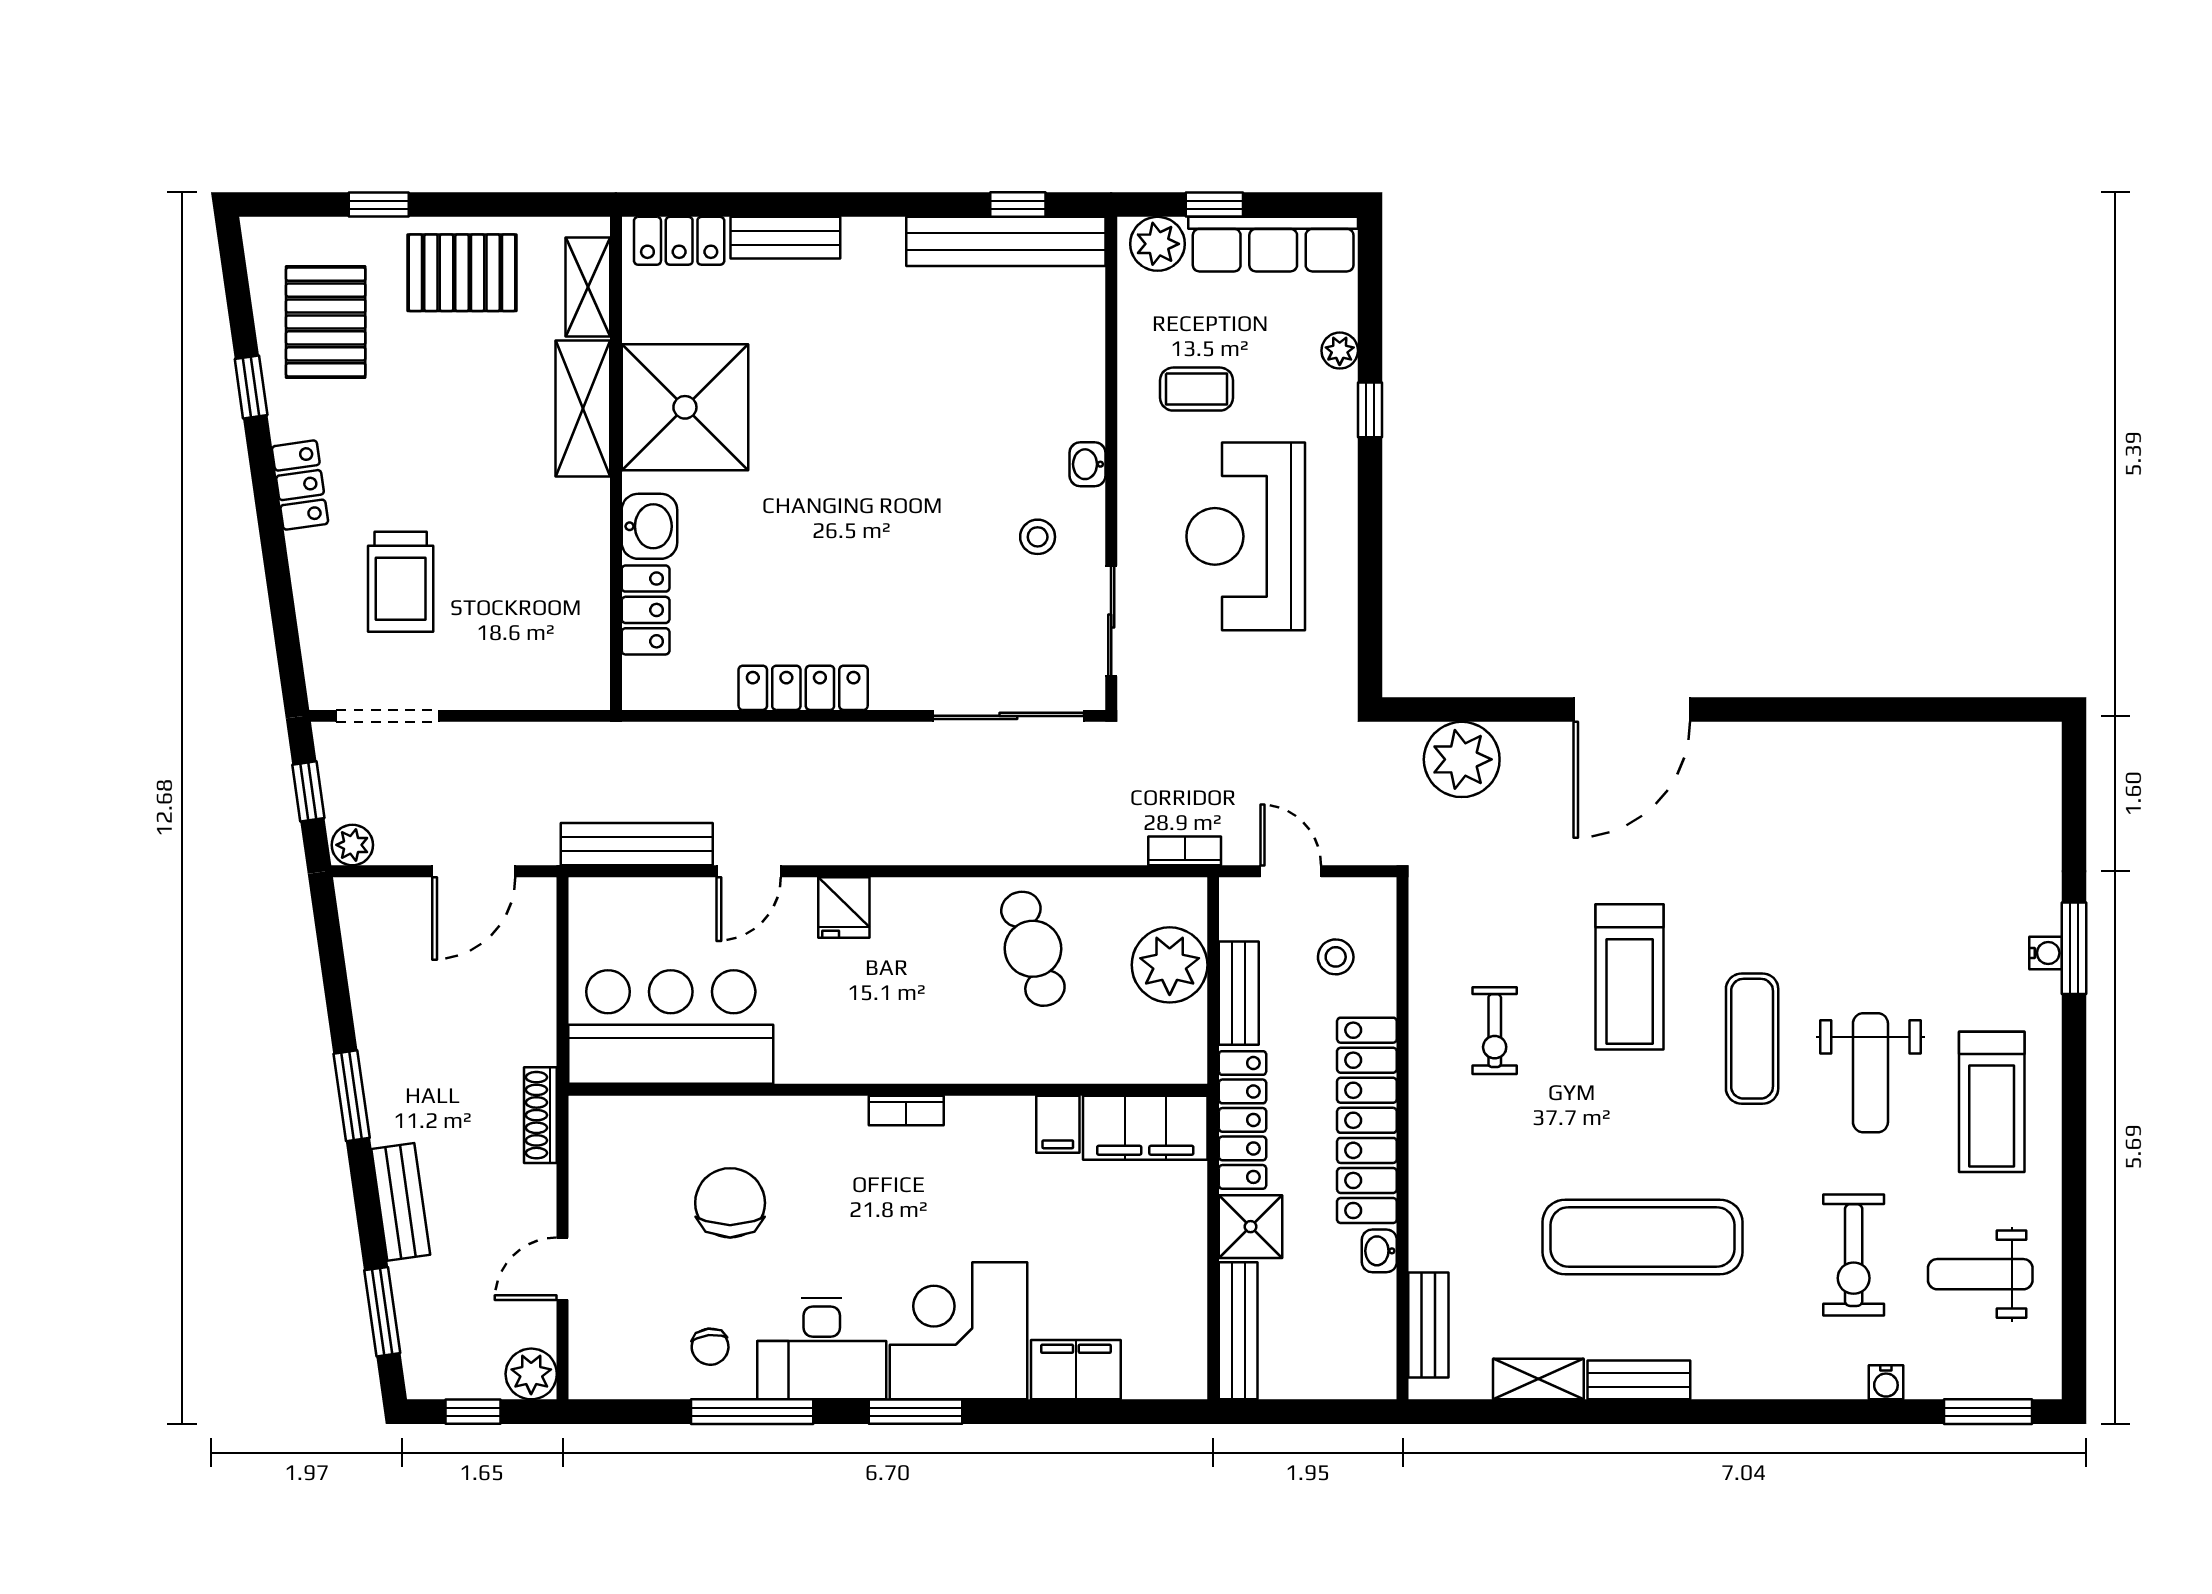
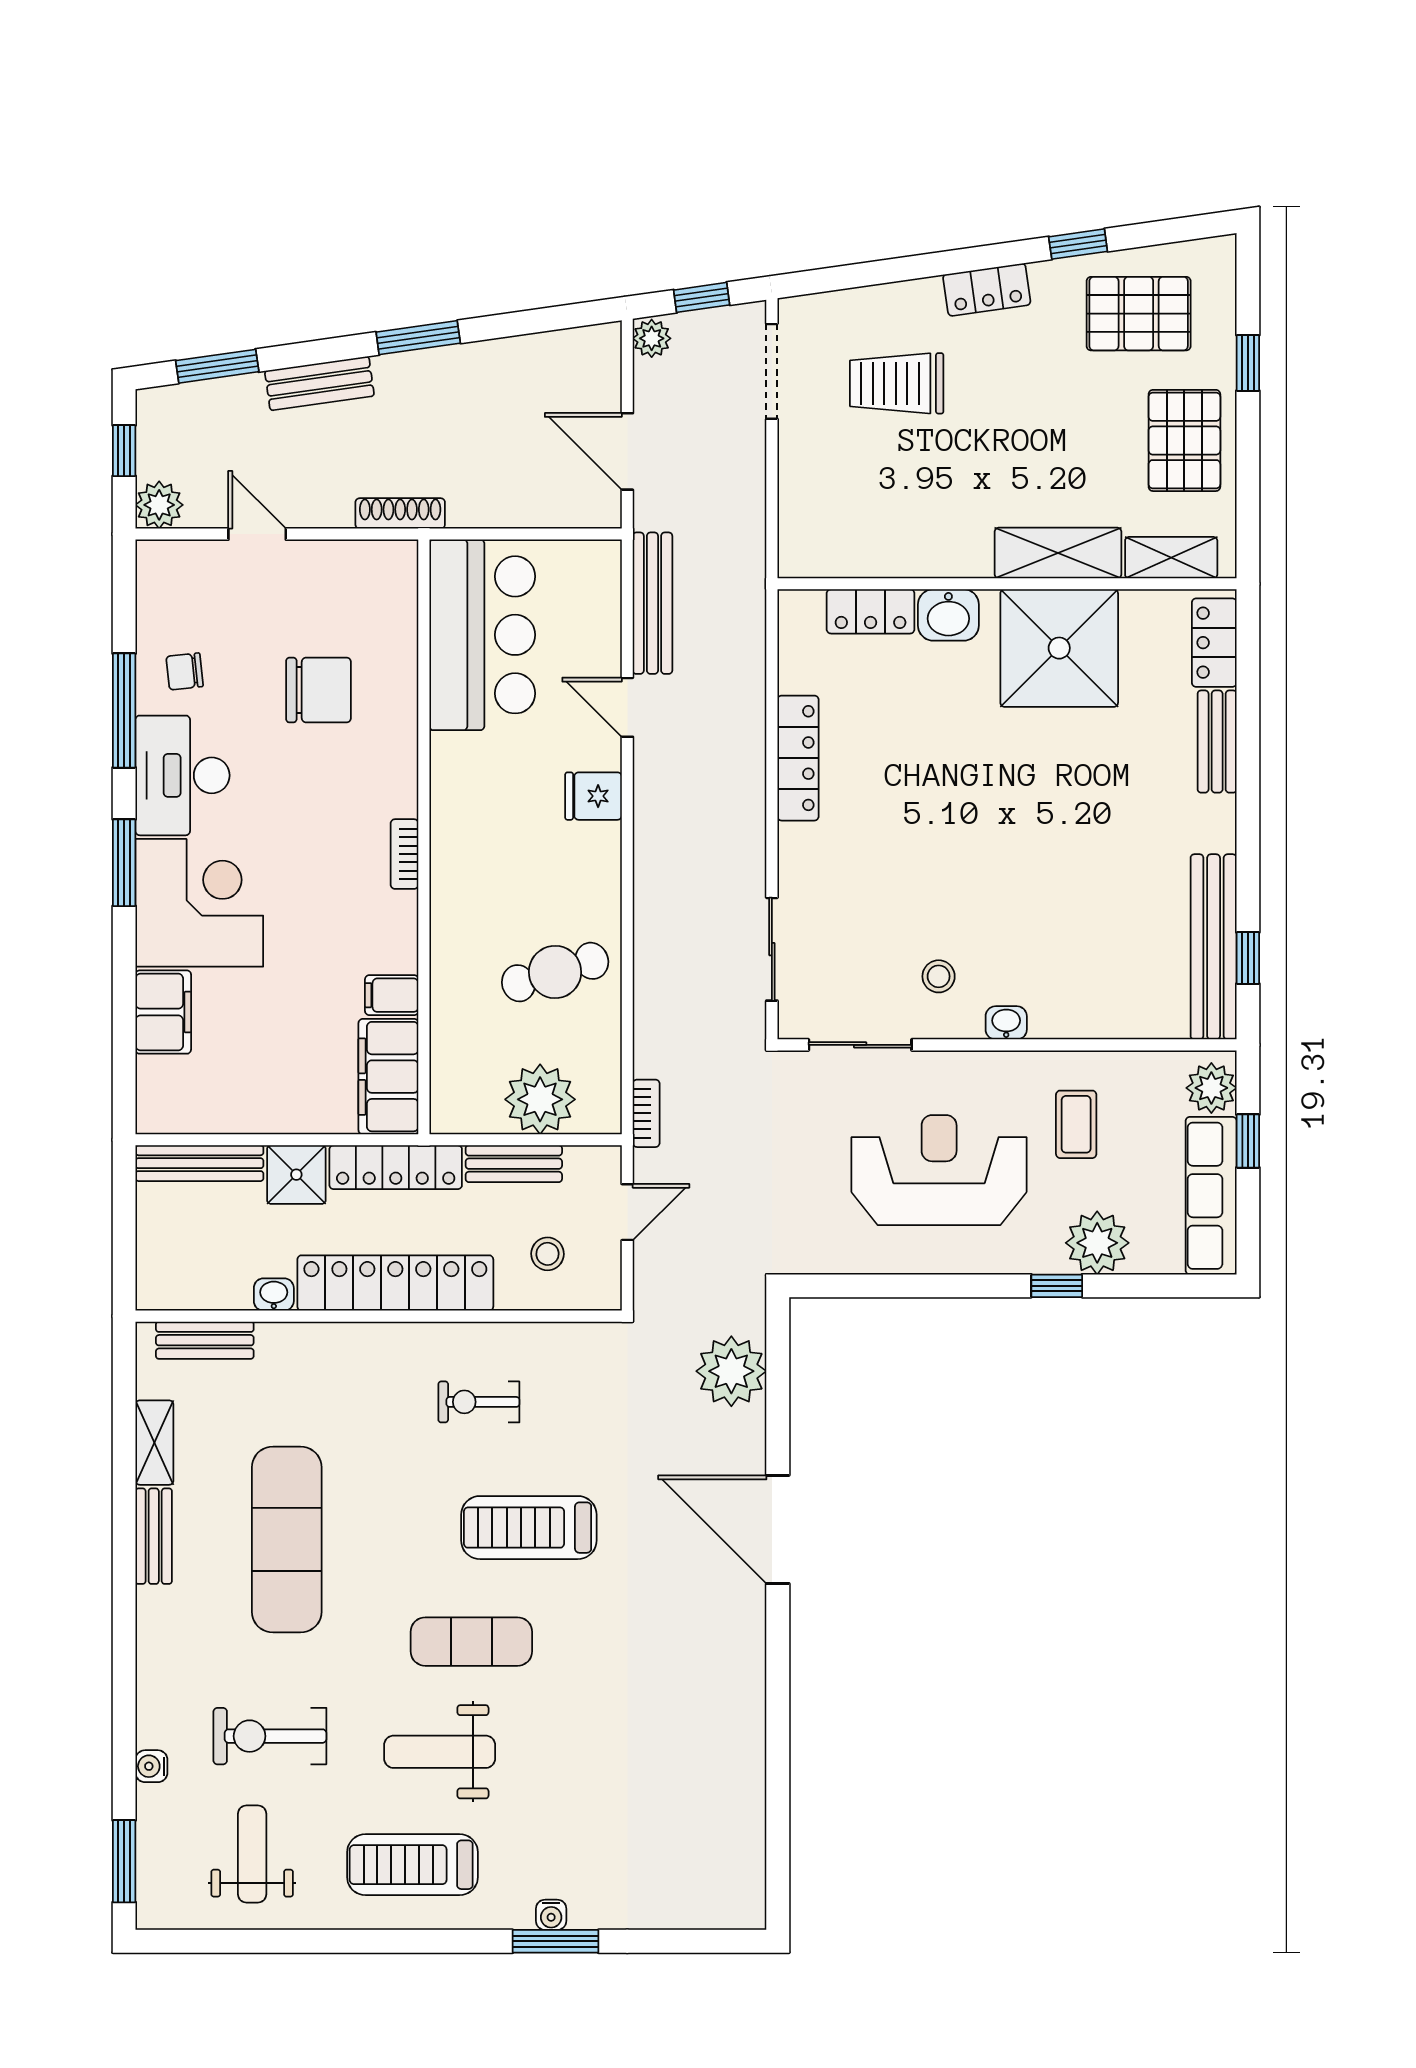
plant: (1340, 351) -> (1097, 1243), width x1.87, depth x1.87
sliding door: (1008, 716) -> (772, 949), width x0.73

